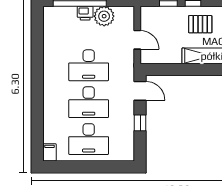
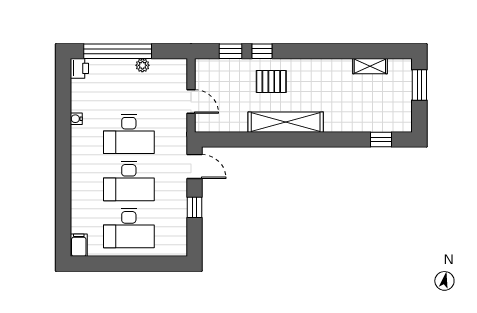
printer: (85, 13) -> (79, 68), moved, turned -90
plant: (104, 16) -> (142, 65), width x0.53, depth x0.53
water cooler: (47, 53) -> (76, 119), added

